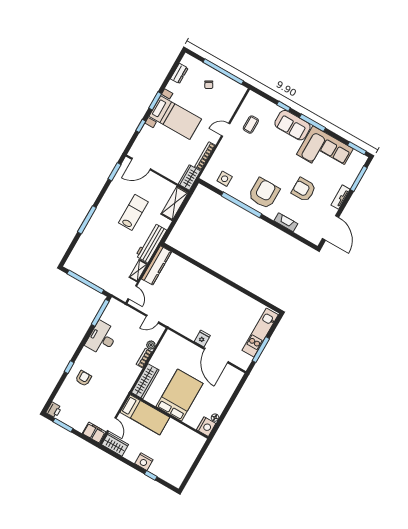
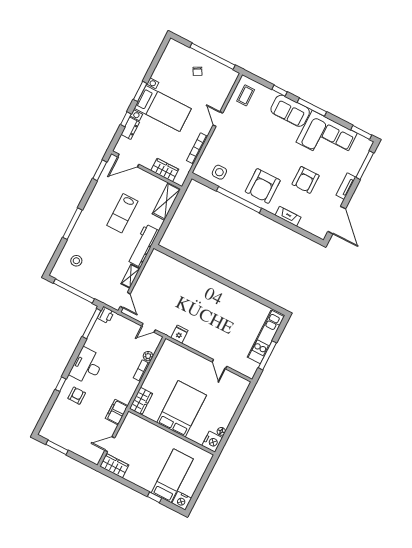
dresser: (179, 73) -> (130, 128), moved
coffee table: (251, 125) -> (246, 95), moved
door: (226, 130) -> (218, 119), hinge flipped
wardrobe: (189, 177) -> (165, 170), moved, turned 90
armchair: (304, 190) -> (306, 180), turned -90
armchair: (264, 193) -> (263, 186), turned 180
lab bench: (133, 212) -> (122, 213), turned 180
stool: (89, 254) -> (76, 261), added
kitchen counter: (157, 265) -> (150, 270), removed
desk: (102, 338) -> (87, 366), moved
fridge: (202, 338) -> (179, 334), moved
door: (216, 356) -> (219, 364), width x0.53
wardrobe: (145, 381) -> (141, 401), width x0.67
printer: (54, 410) -> (106, 315), moved
bed: (145, 415) -> (172, 476), moved, turned -90
door: (112, 424) -> (110, 444), swing flipped
filing cabinet: (94, 433) -> (117, 412), moved, turned -90
nightstand: (144, 462) -> (182, 501), moved

